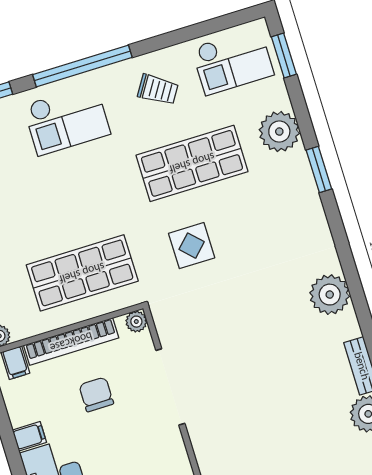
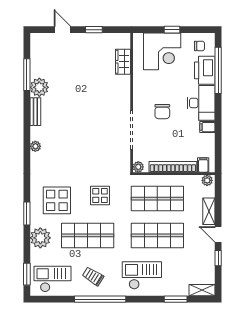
window: (82, 66) -> (100, 299), moved
shop shelf: (61, 204) -> (157, 235), added
display table: (270, 212) -> (57, 200), added
plant: (330, 295) -> (35, 146), width x0.53, depth x0.53
chair: (96, 394) -> (162, 112), moved

